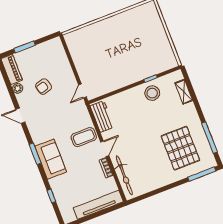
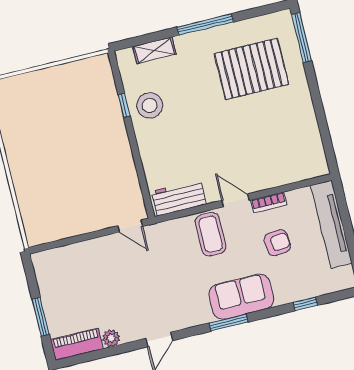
armchair: (44, 87) -> (277, 243), moved, turned -80
window: (209, 138) -> (205, 24), moved
bicycle: (124, 175) -> (286, 173), removed

